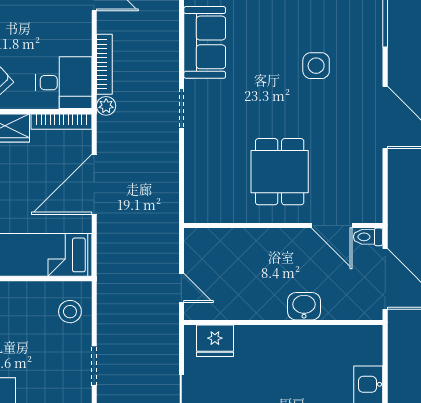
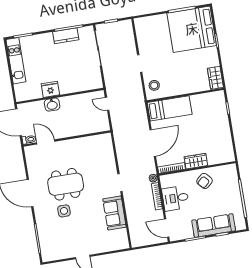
desk: (64, 83) -> (175, 198), moved
dining table: (280, 172) -> (66, 184), moved, width x1.38
fridge: (215, 341) -> (50, 89), moved

